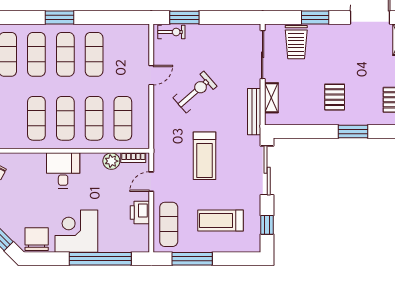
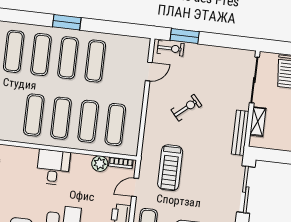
door: (151, 75) -> (149, 72), moved
exercise bike: (195, 92) -> (186, 108), width x0.73, depth x0.72
treadmill: (205, 156) -> (170, 168), moved

